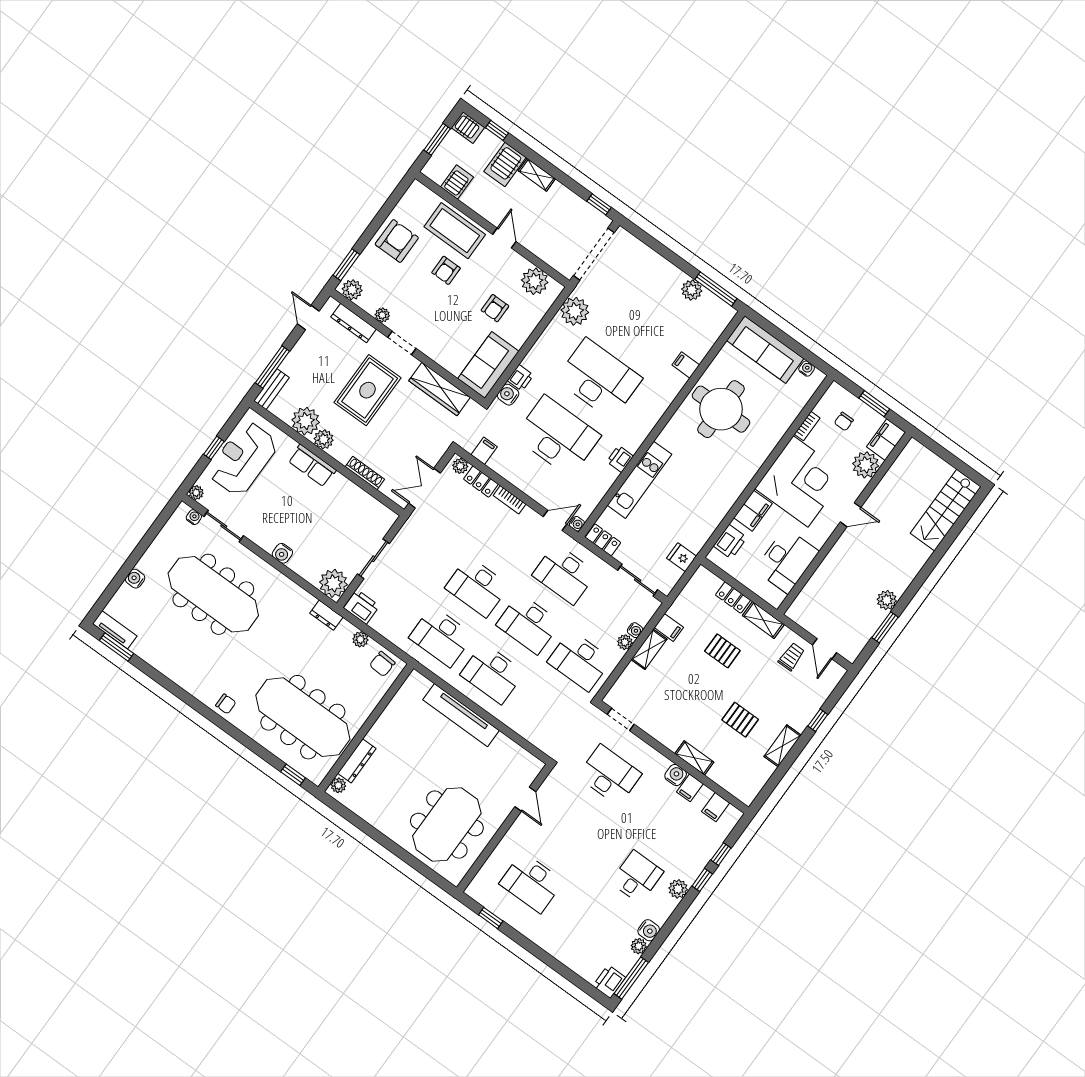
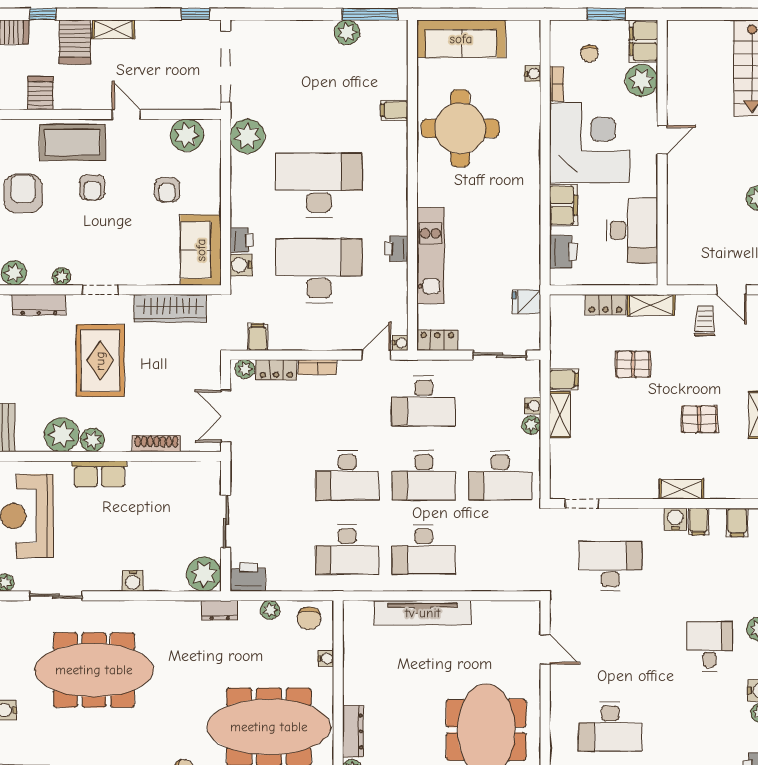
water cooler: (807, 369) -> (533, 74), moved, turned 90
water cooler: (194, 517) -> (326, 658), moved, turned 90

